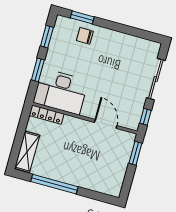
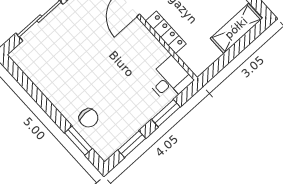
desk: (61, 92) -> (170, 80), width x0.53, depth x0.77
locker: (47, 115) -> (166, 32), moved

